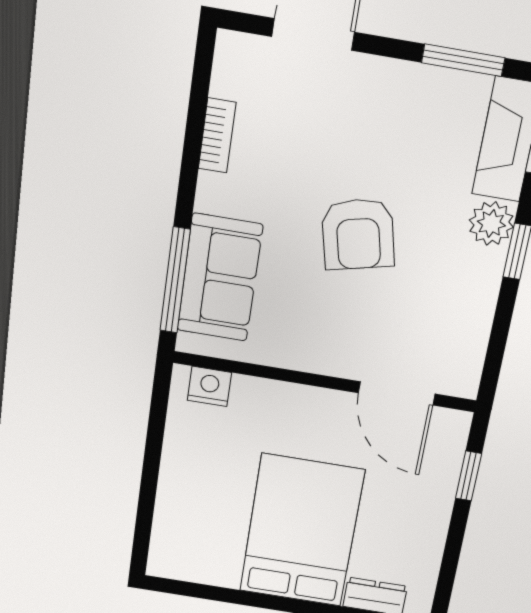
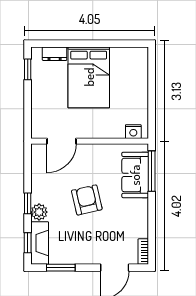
bookcase: (217, 136) -> (143, 252), moved
door: (397, 393) -> (62, 141), swing flipped
window: (469, 476) -> (28, 69), moved

